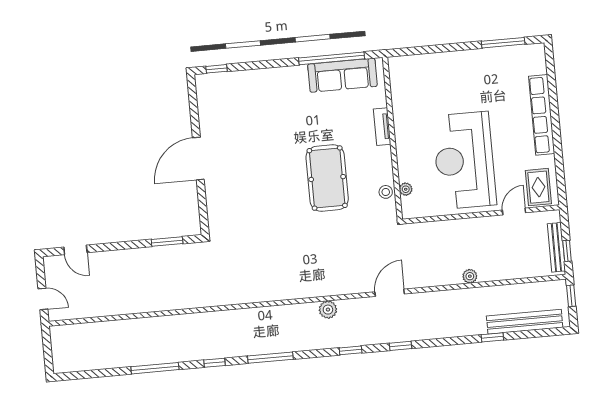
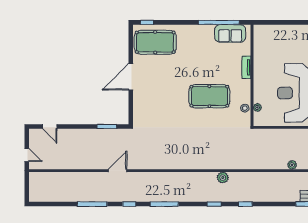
sofa: (342, 75) -> (230, 33), width x0.73
pool table: (232, 99) -> (155, 42), added
pool table: (327, 178) -> (209, 96), turned 90
door: (390, 293) -> (118, 171), moved
plant: (328, 310) -> (223, 178), moved

